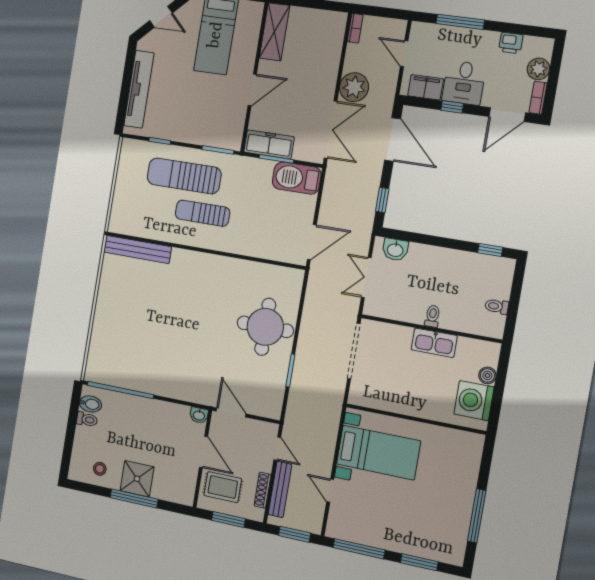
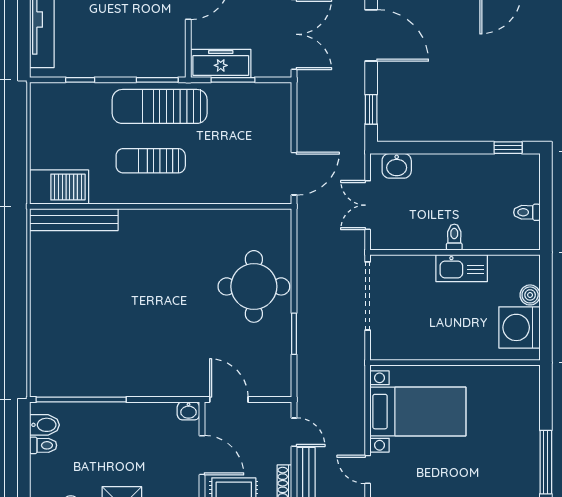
sun lounger: (184, 176) -> (160, 106), moved
barbecue: (297, 178) -> (59, 187), moved, turned 180

